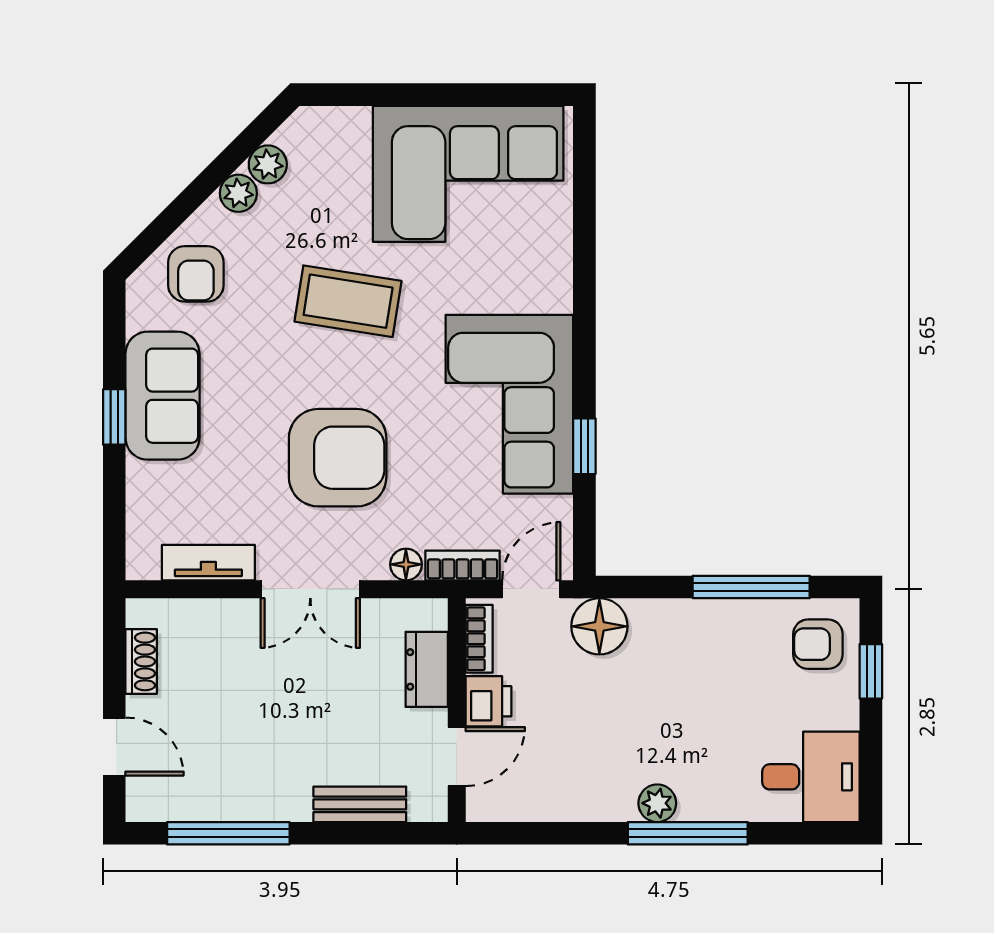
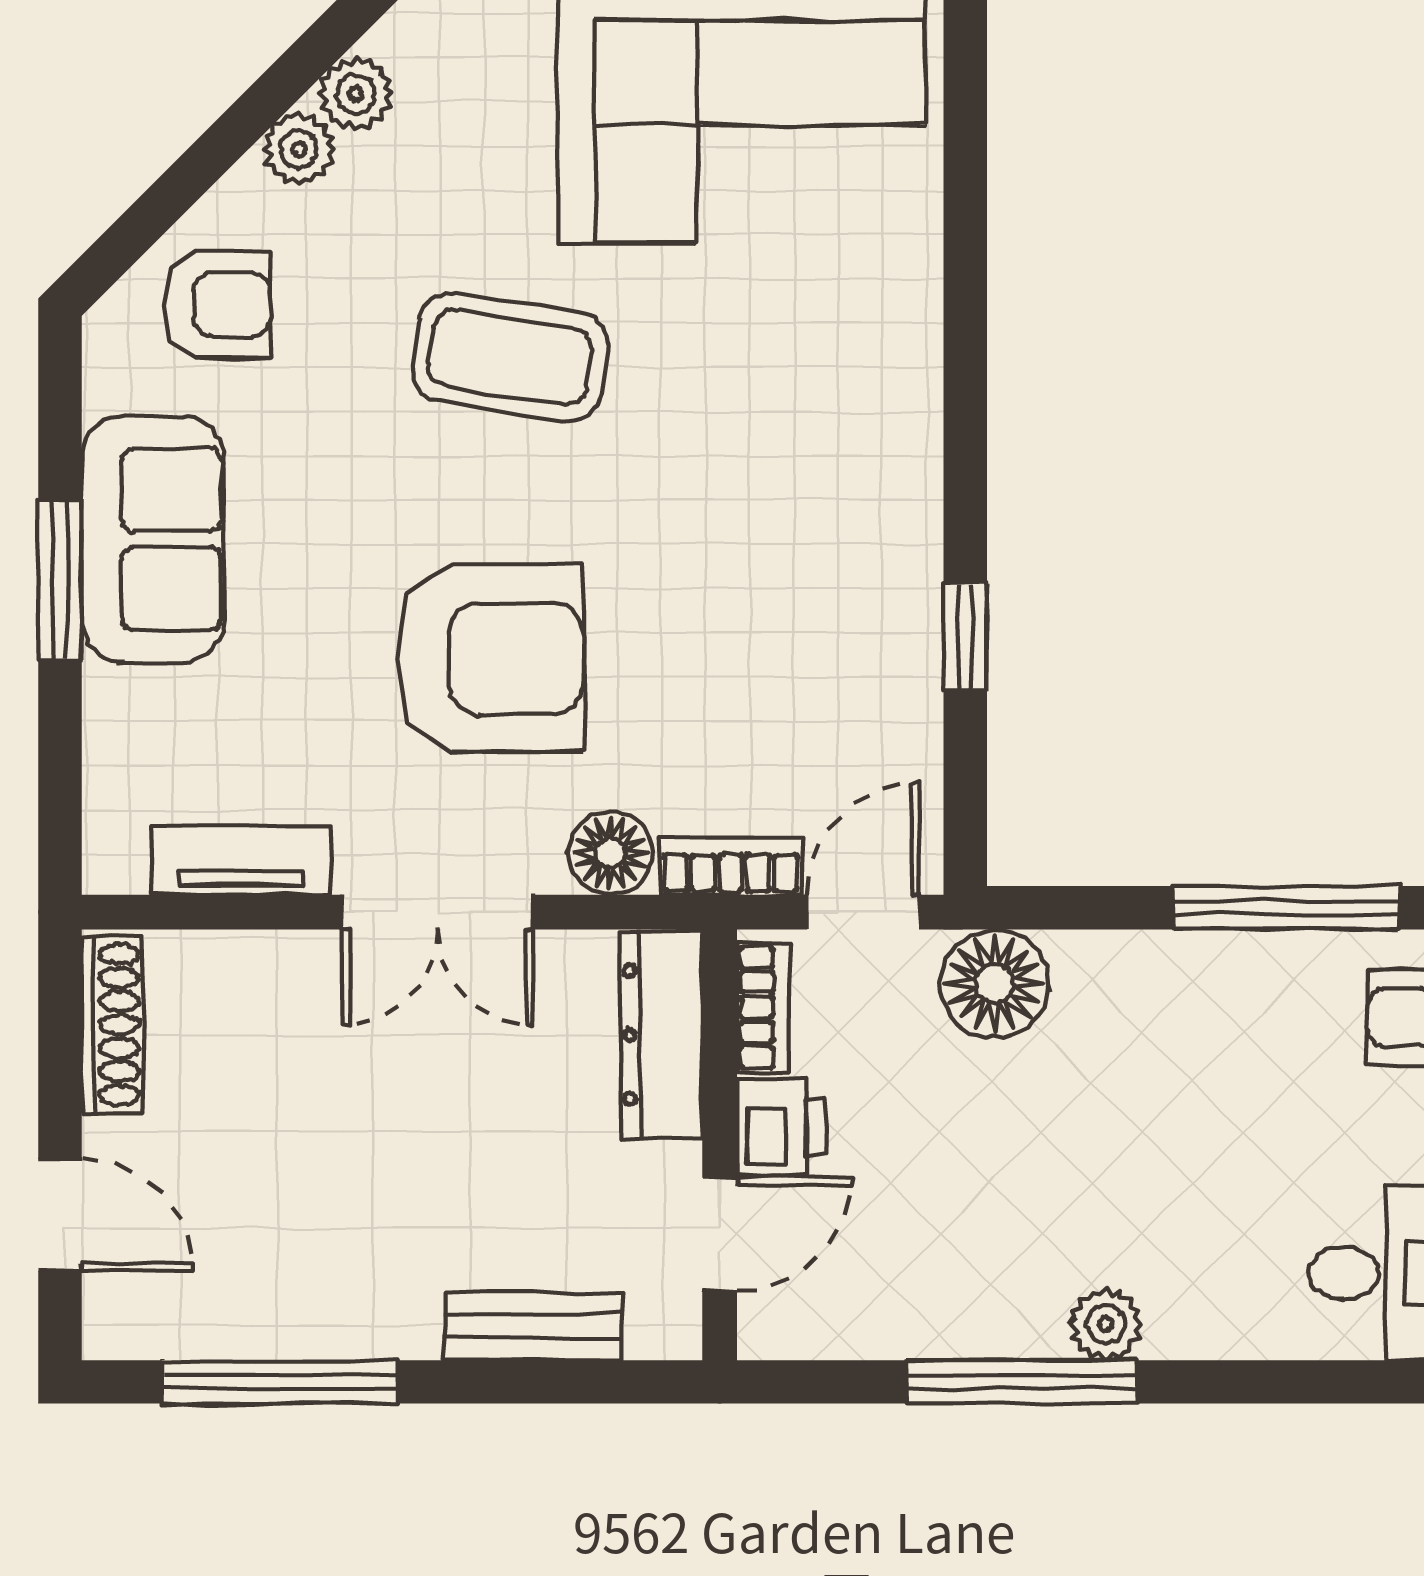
armchair: (196, 274) -> (217, 305), turned -90
corner sofa: (509, 404) -> (821, 556), removed
window: (114, 417) -> (60, 580), width x1.50
floor lamp: (406, 564) -> (610, 853), width x1.37, depth x1.37
shoe rack: (141, 661) -> (112, 1024), width x1.43
dresser: (427, 669) -> (662, 1035), width x1.44
window: (688, 833) -> (1022, 1382), moved

